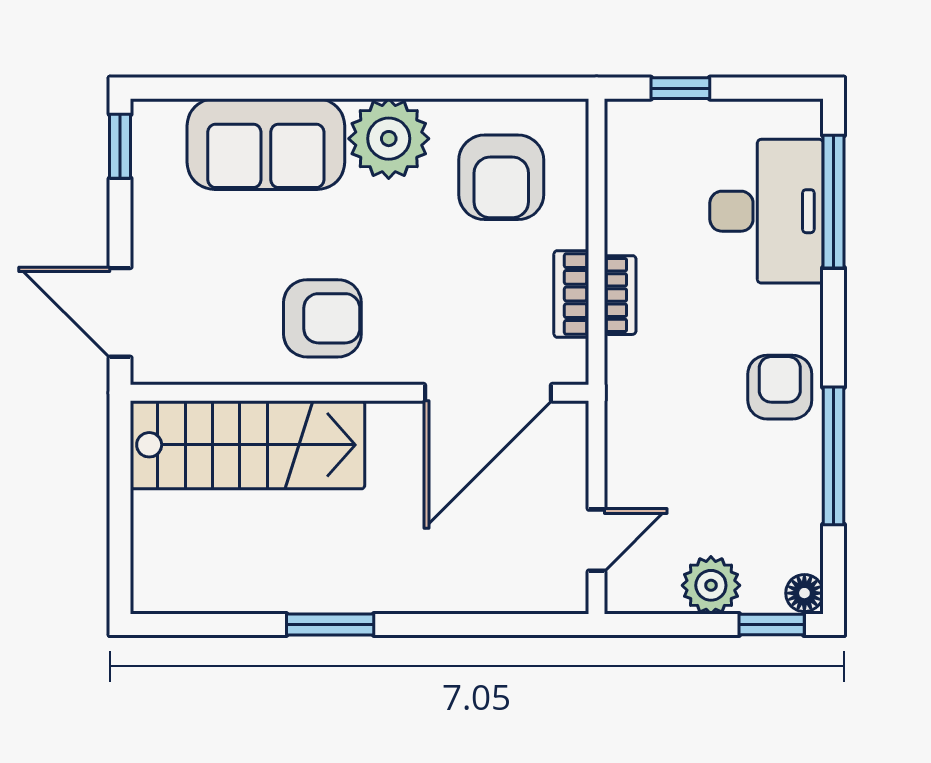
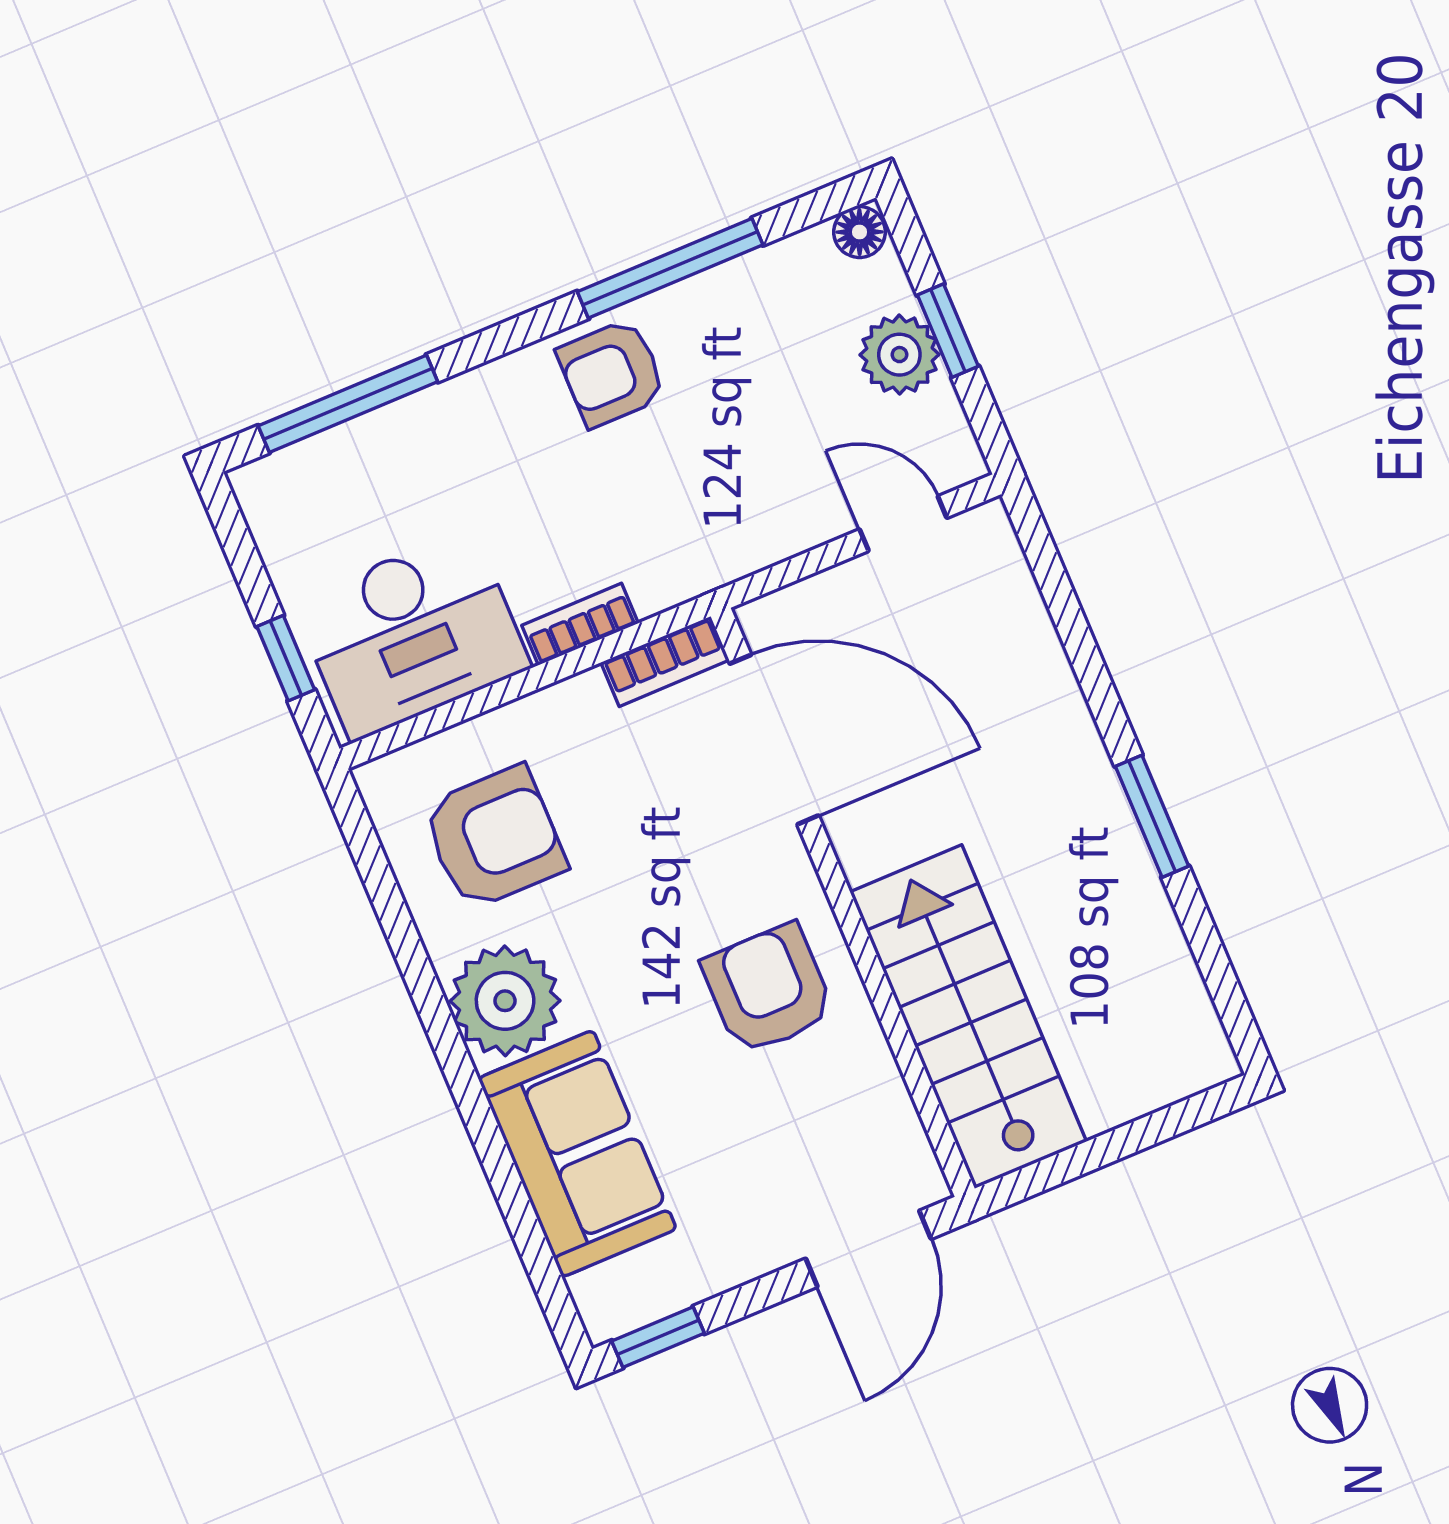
desk: (767, 211) -> (412, 634), moved, turned 180
bookcase: (571, 294) -> (665, 661), moved
window: (772, 625) -> (948, 331), moved

